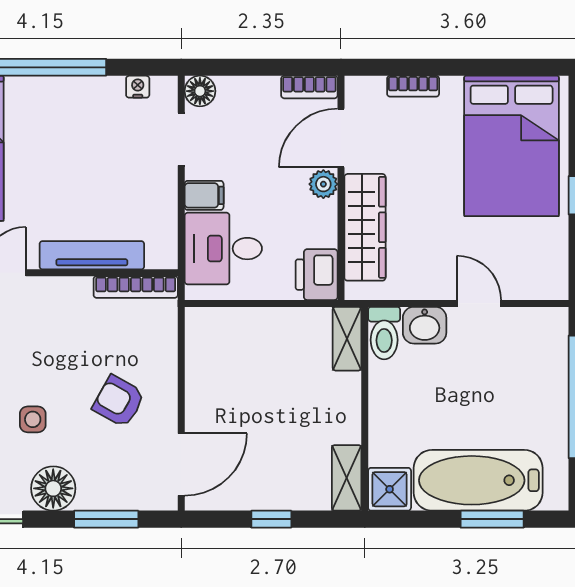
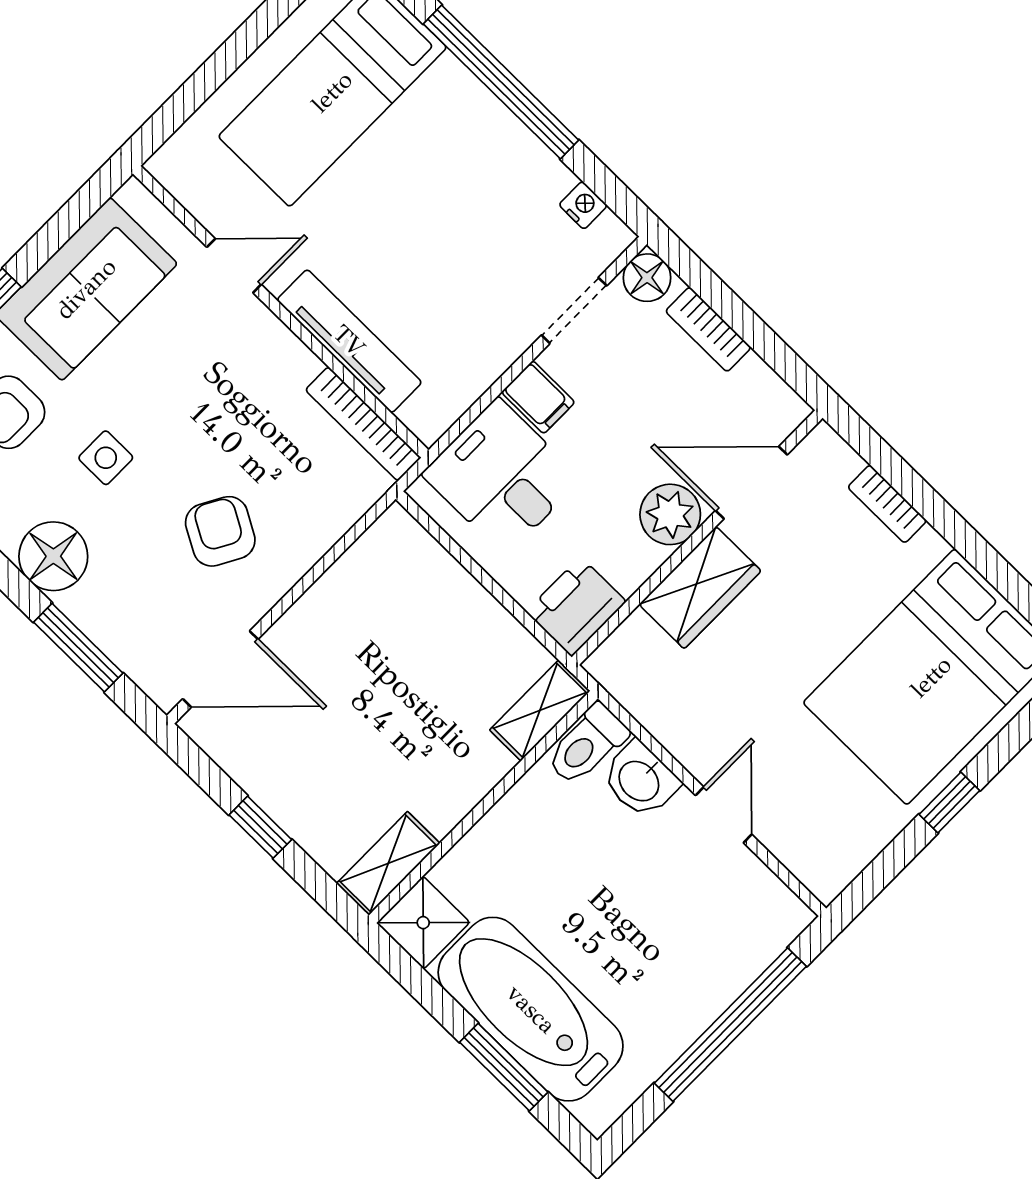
bookcase: (309, 87) -> (708, 329), moved
plant: (323, 184) -> (670, 514), width x1.38, depth x1.38
wardrobe: (365, 227) -> (700, 588), width x0.67

